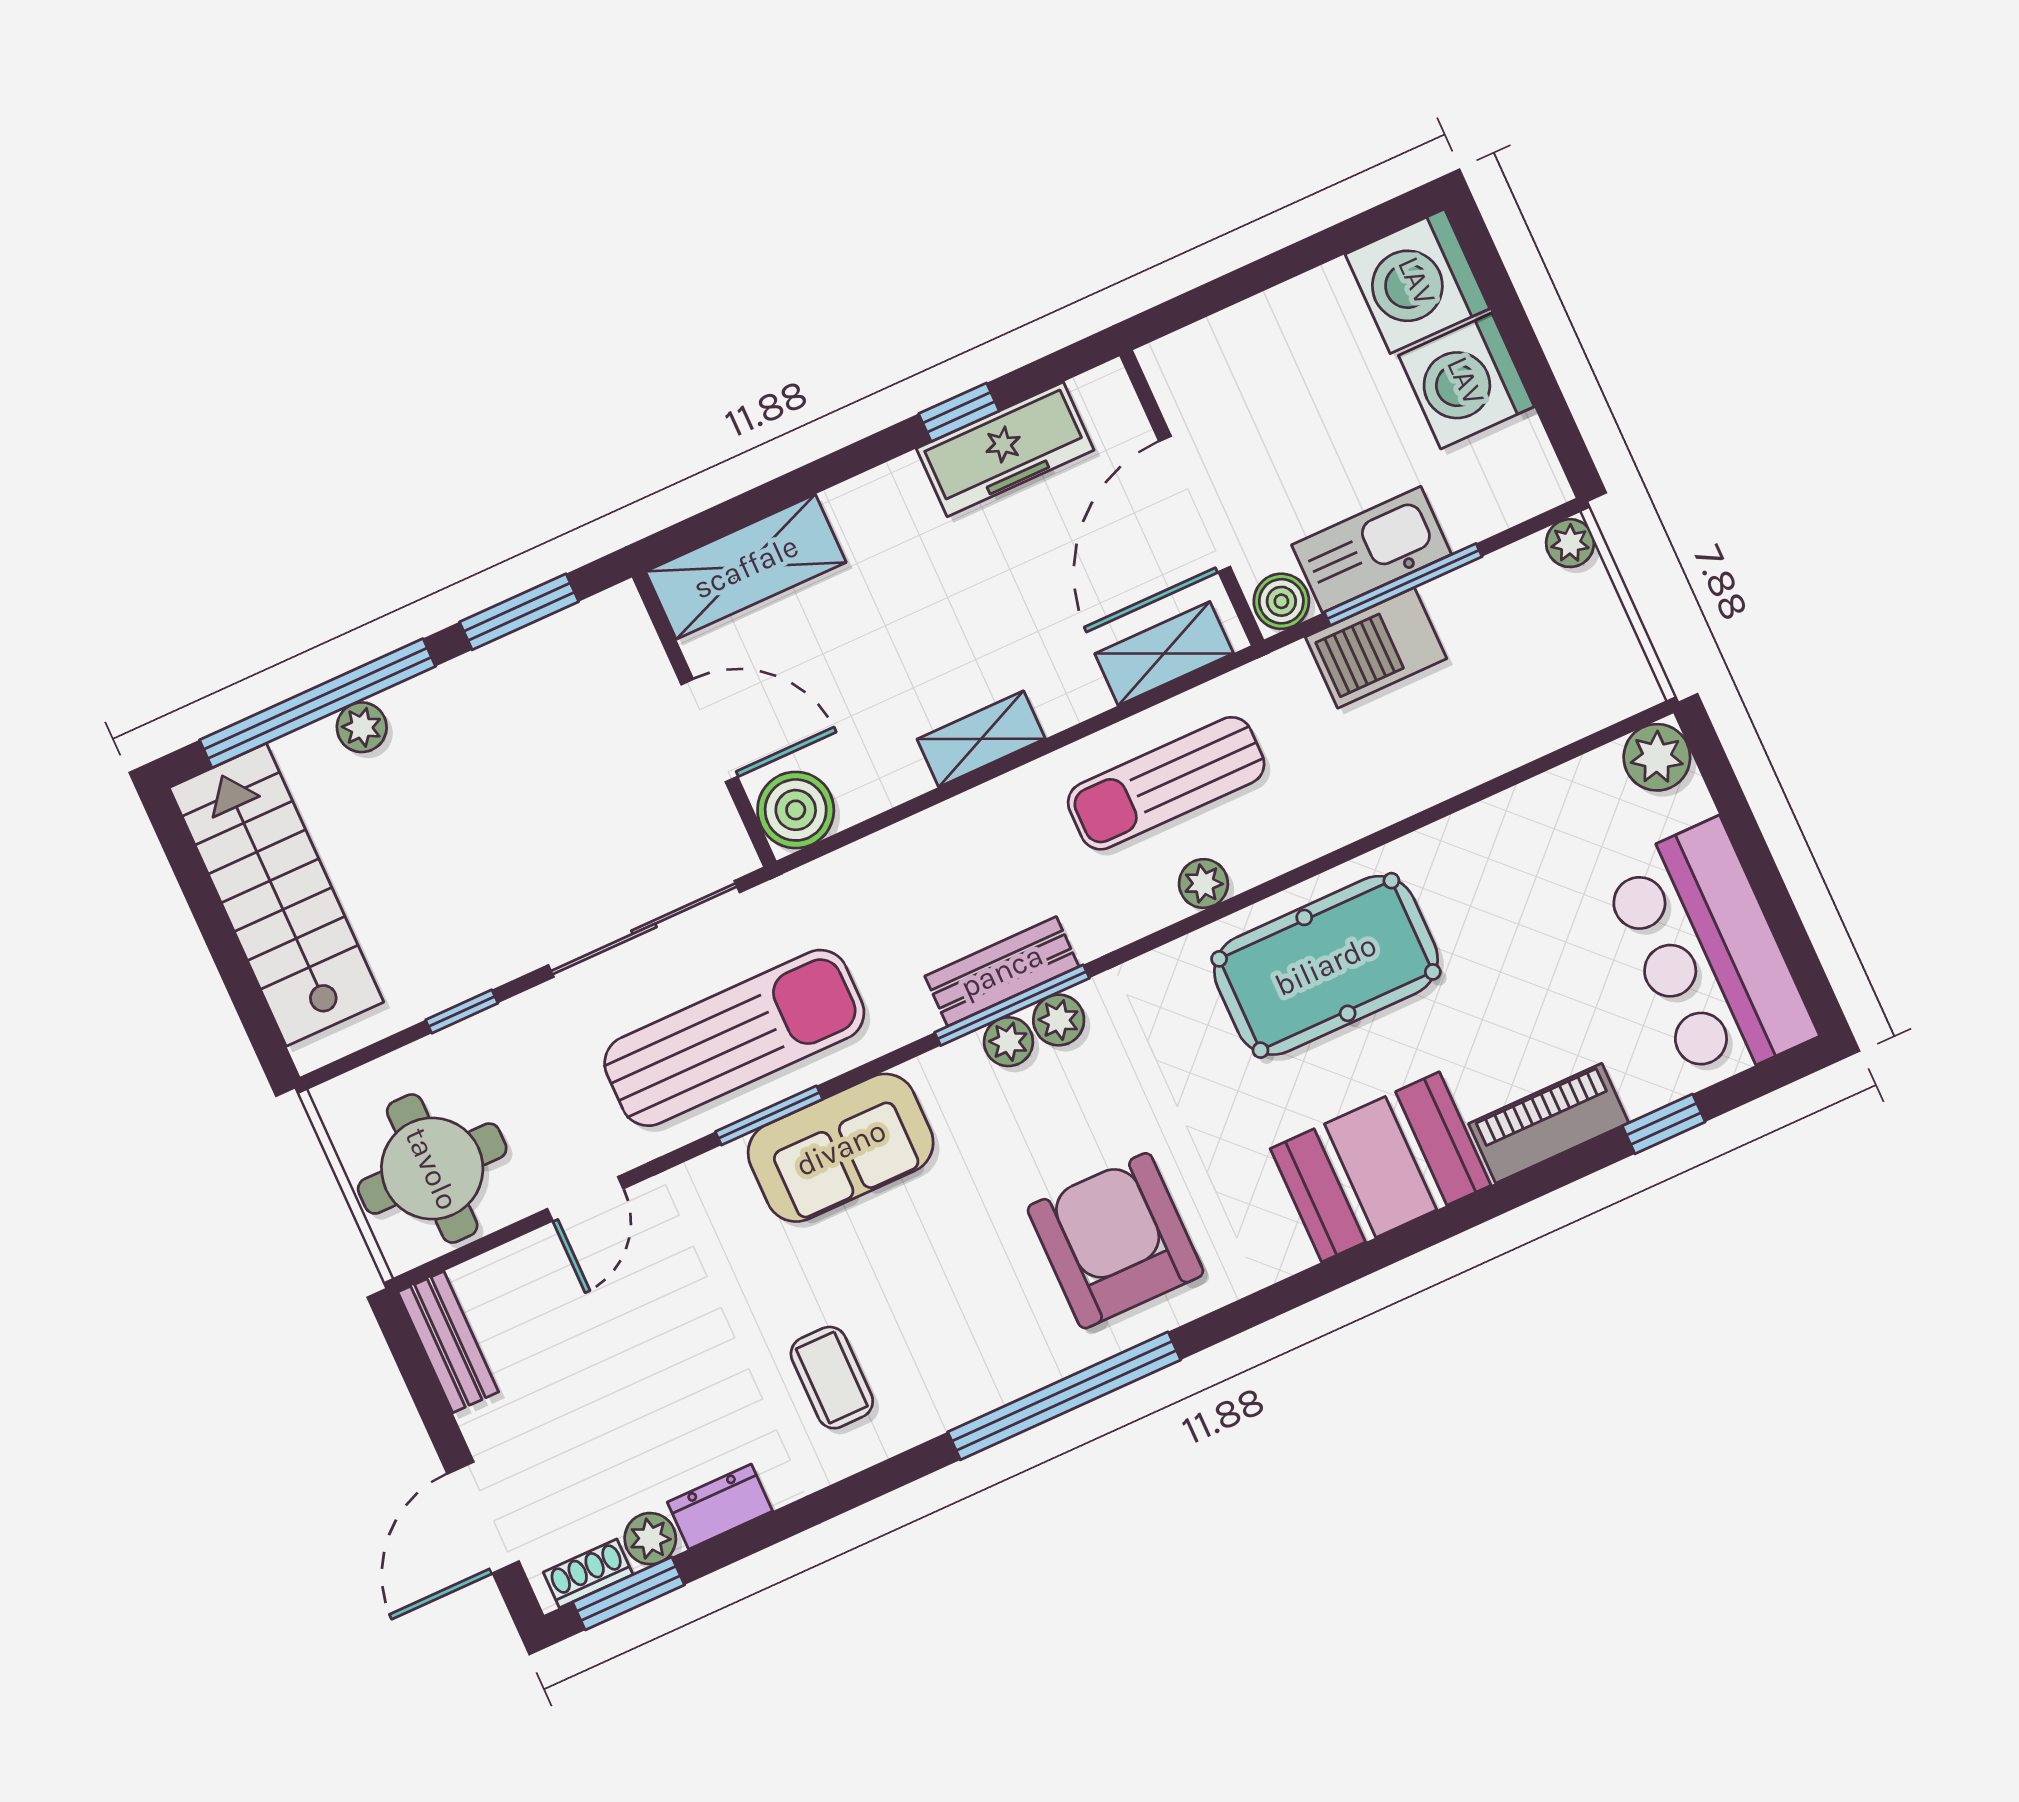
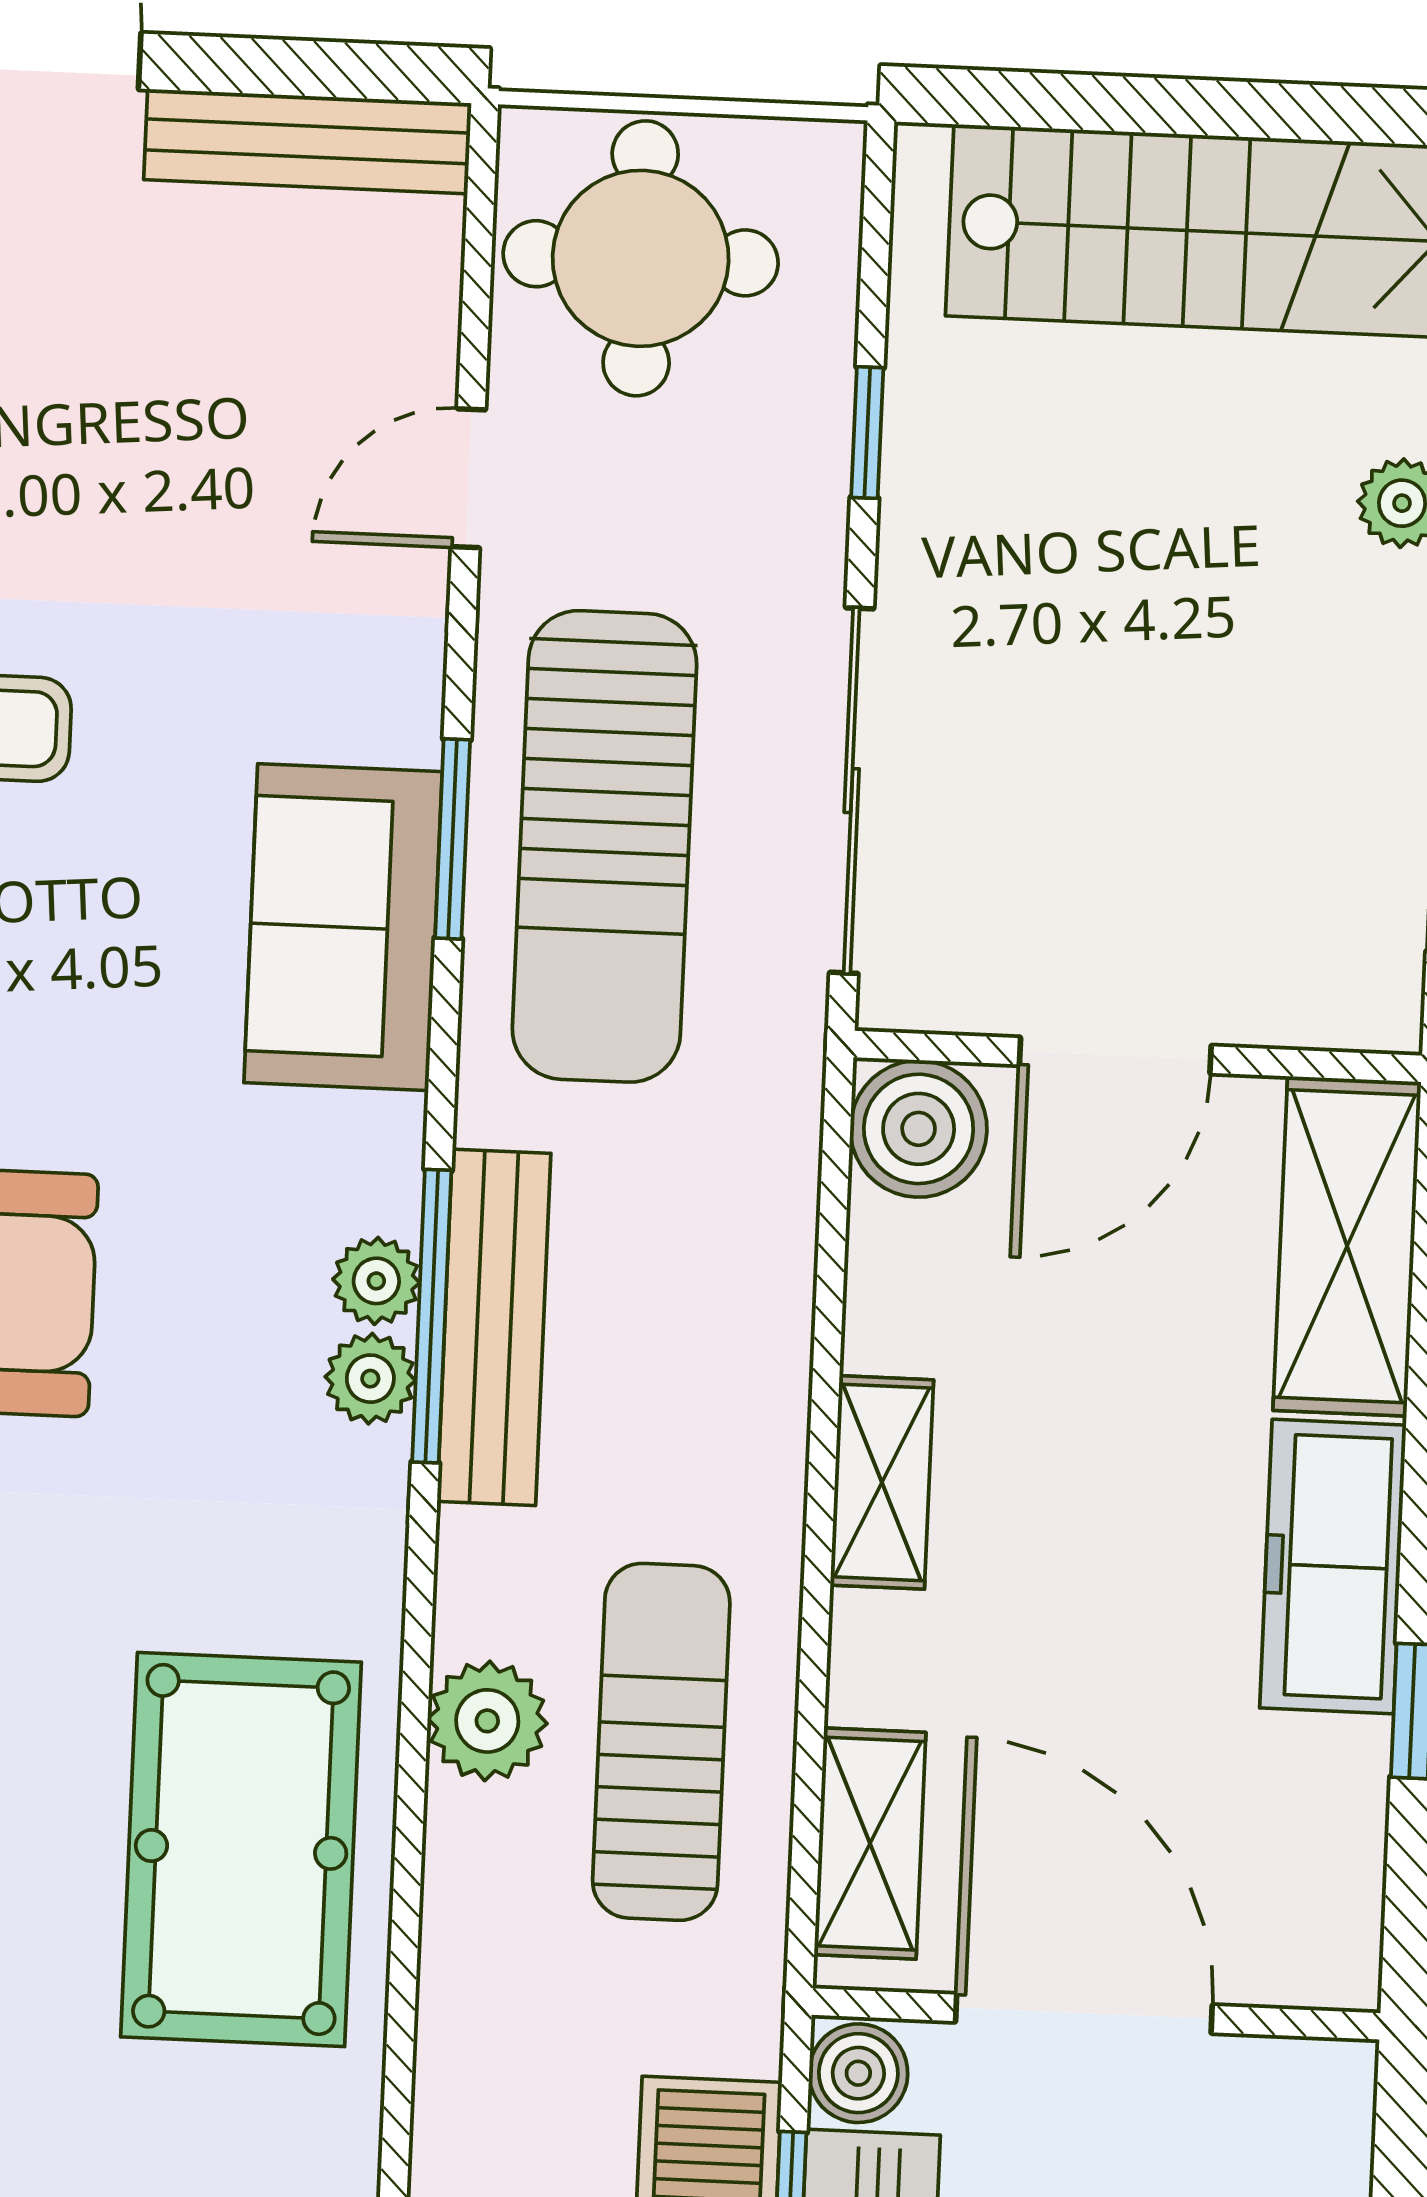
freezer: (1005, 449) -> (1333, 1566), moved
plant: (1203, 884) -> (487, 1721), width x1.38, depth x1.38
bench: (1002, 971) -> (494, 1327), width x1.36
door: (585, 1199) -> (468, 478), hinge flipped
bench: (448, 1342) -> (308, 141), width x1.36

